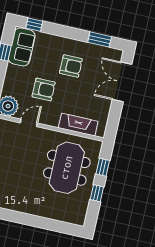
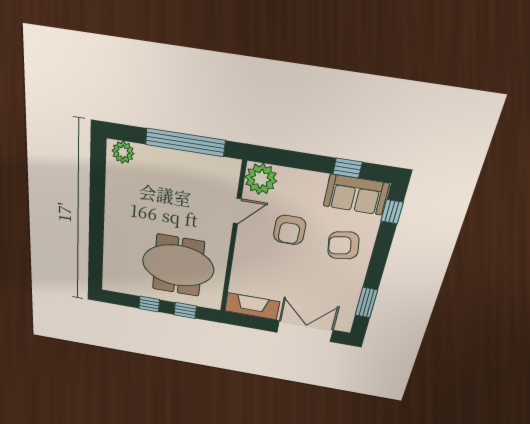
armchair: (71, 66) -> (343, 245), moved, turned 81
door: (29, 123) -> (237, 211), hinge flipped
fireplace: (78, 125) -> (252, 306), moved, turned -90

